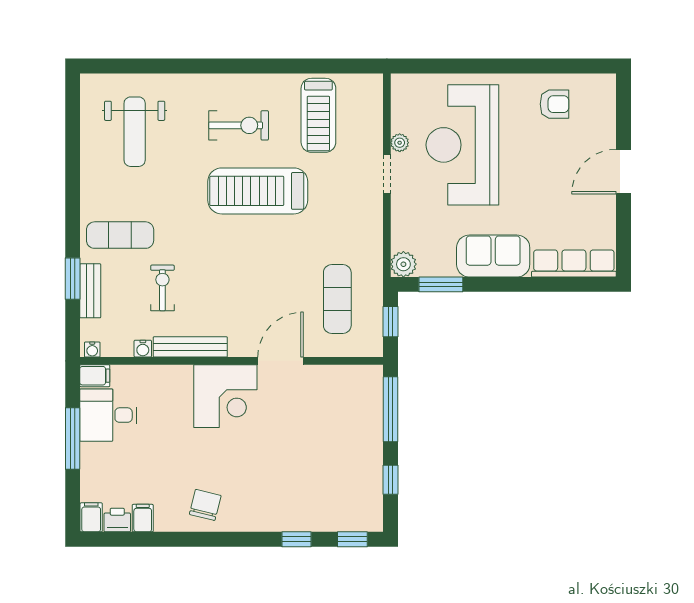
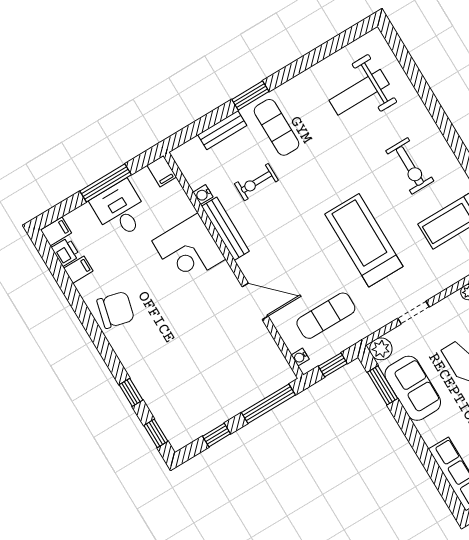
doorway: (387, 174) -> (413, 313), moved
treadmill: (258, 191) -> (364, 240), moved
sofa: (493, 256) -> (413, 388), moved
window: (73, 279) -> (250, 95), moved
exercise bike: (162, 288) -> (256, 182), turned 180
water cooler: (92, 350) -> (300, 357), moved
corner desk: (225, 396) -> (189, 250), moved
desk: (108, 415) -> (120, 210), moved
chair: (205, 505) -> (116, 310), width x1.37, depth x1.37

